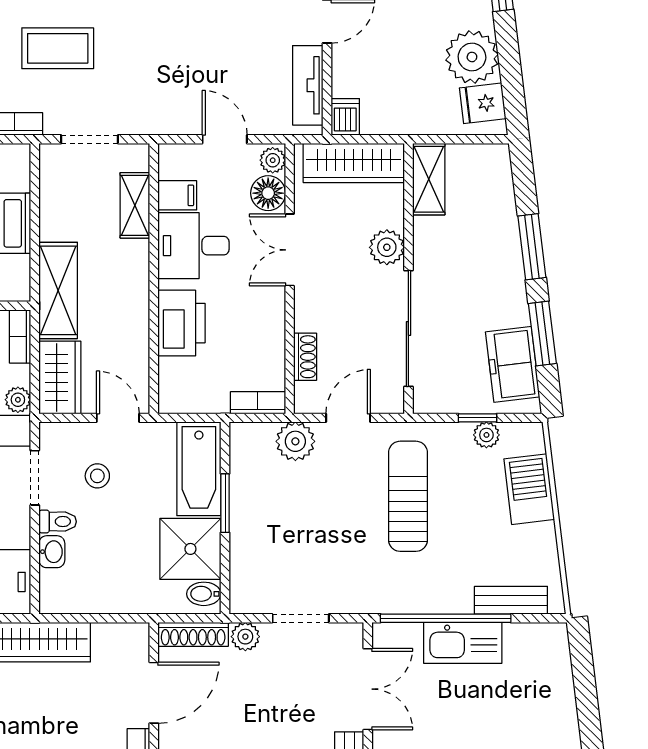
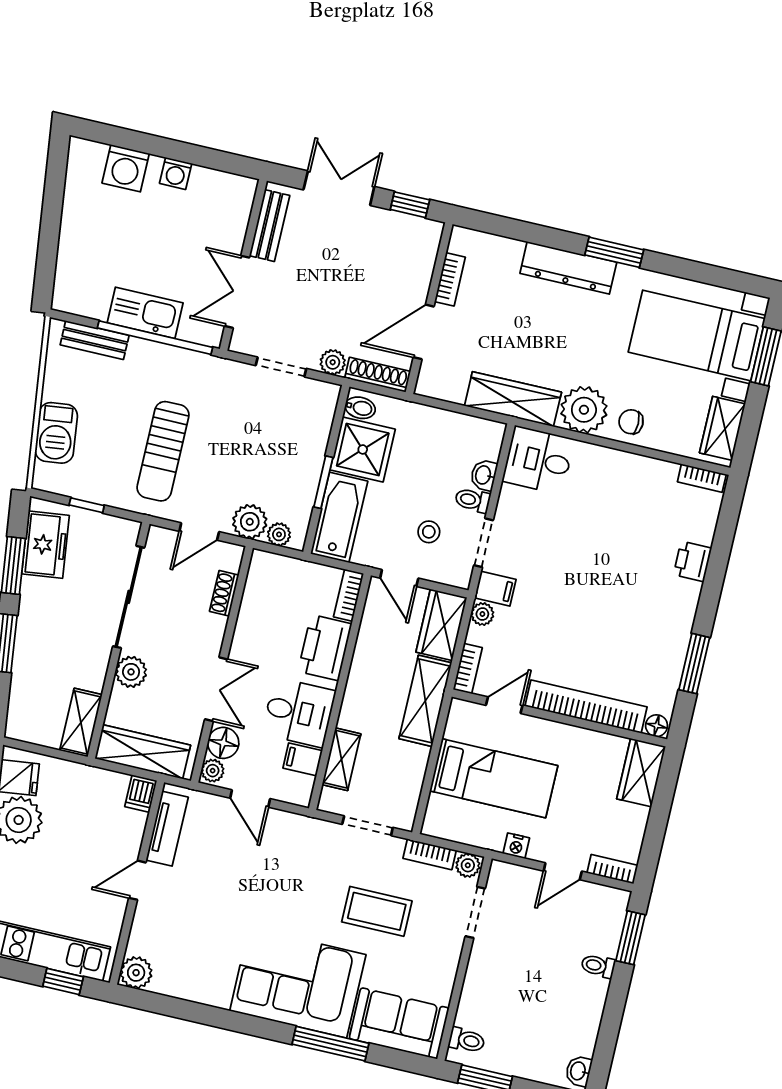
bookcase: (258, 403) -> (349, 595), moved, turned 90
plant: (486, 435) -> (279, 534), moved

